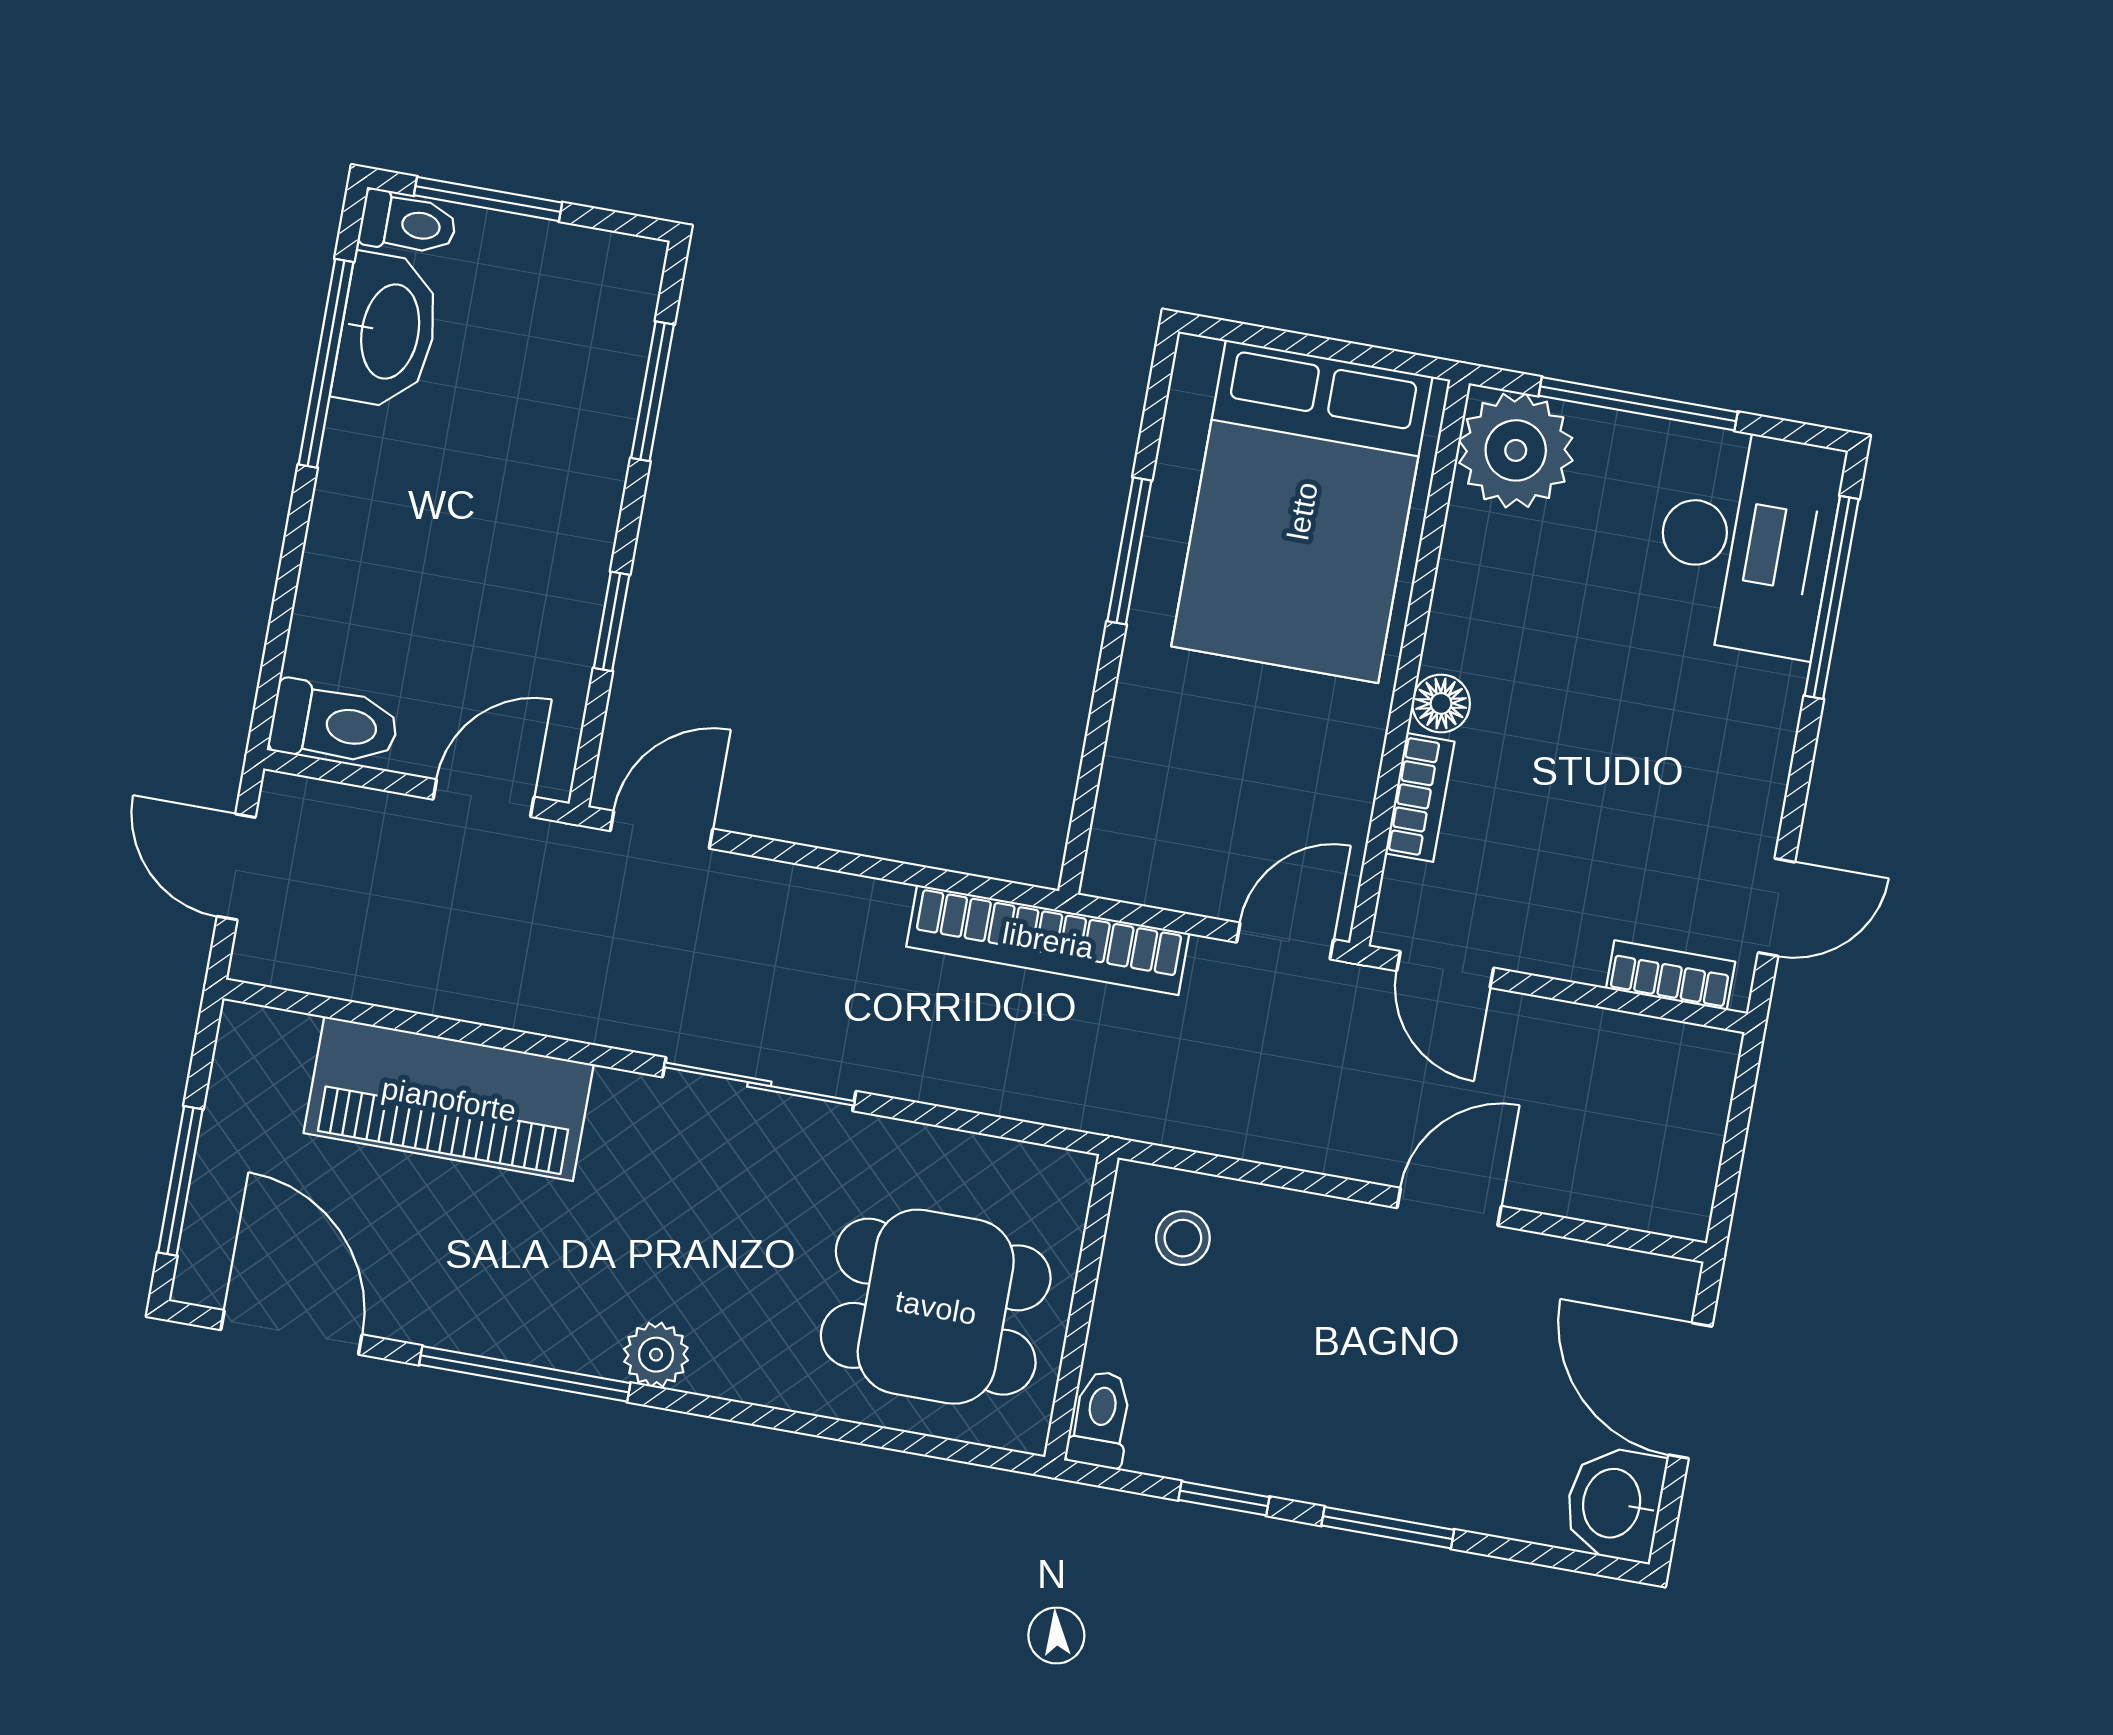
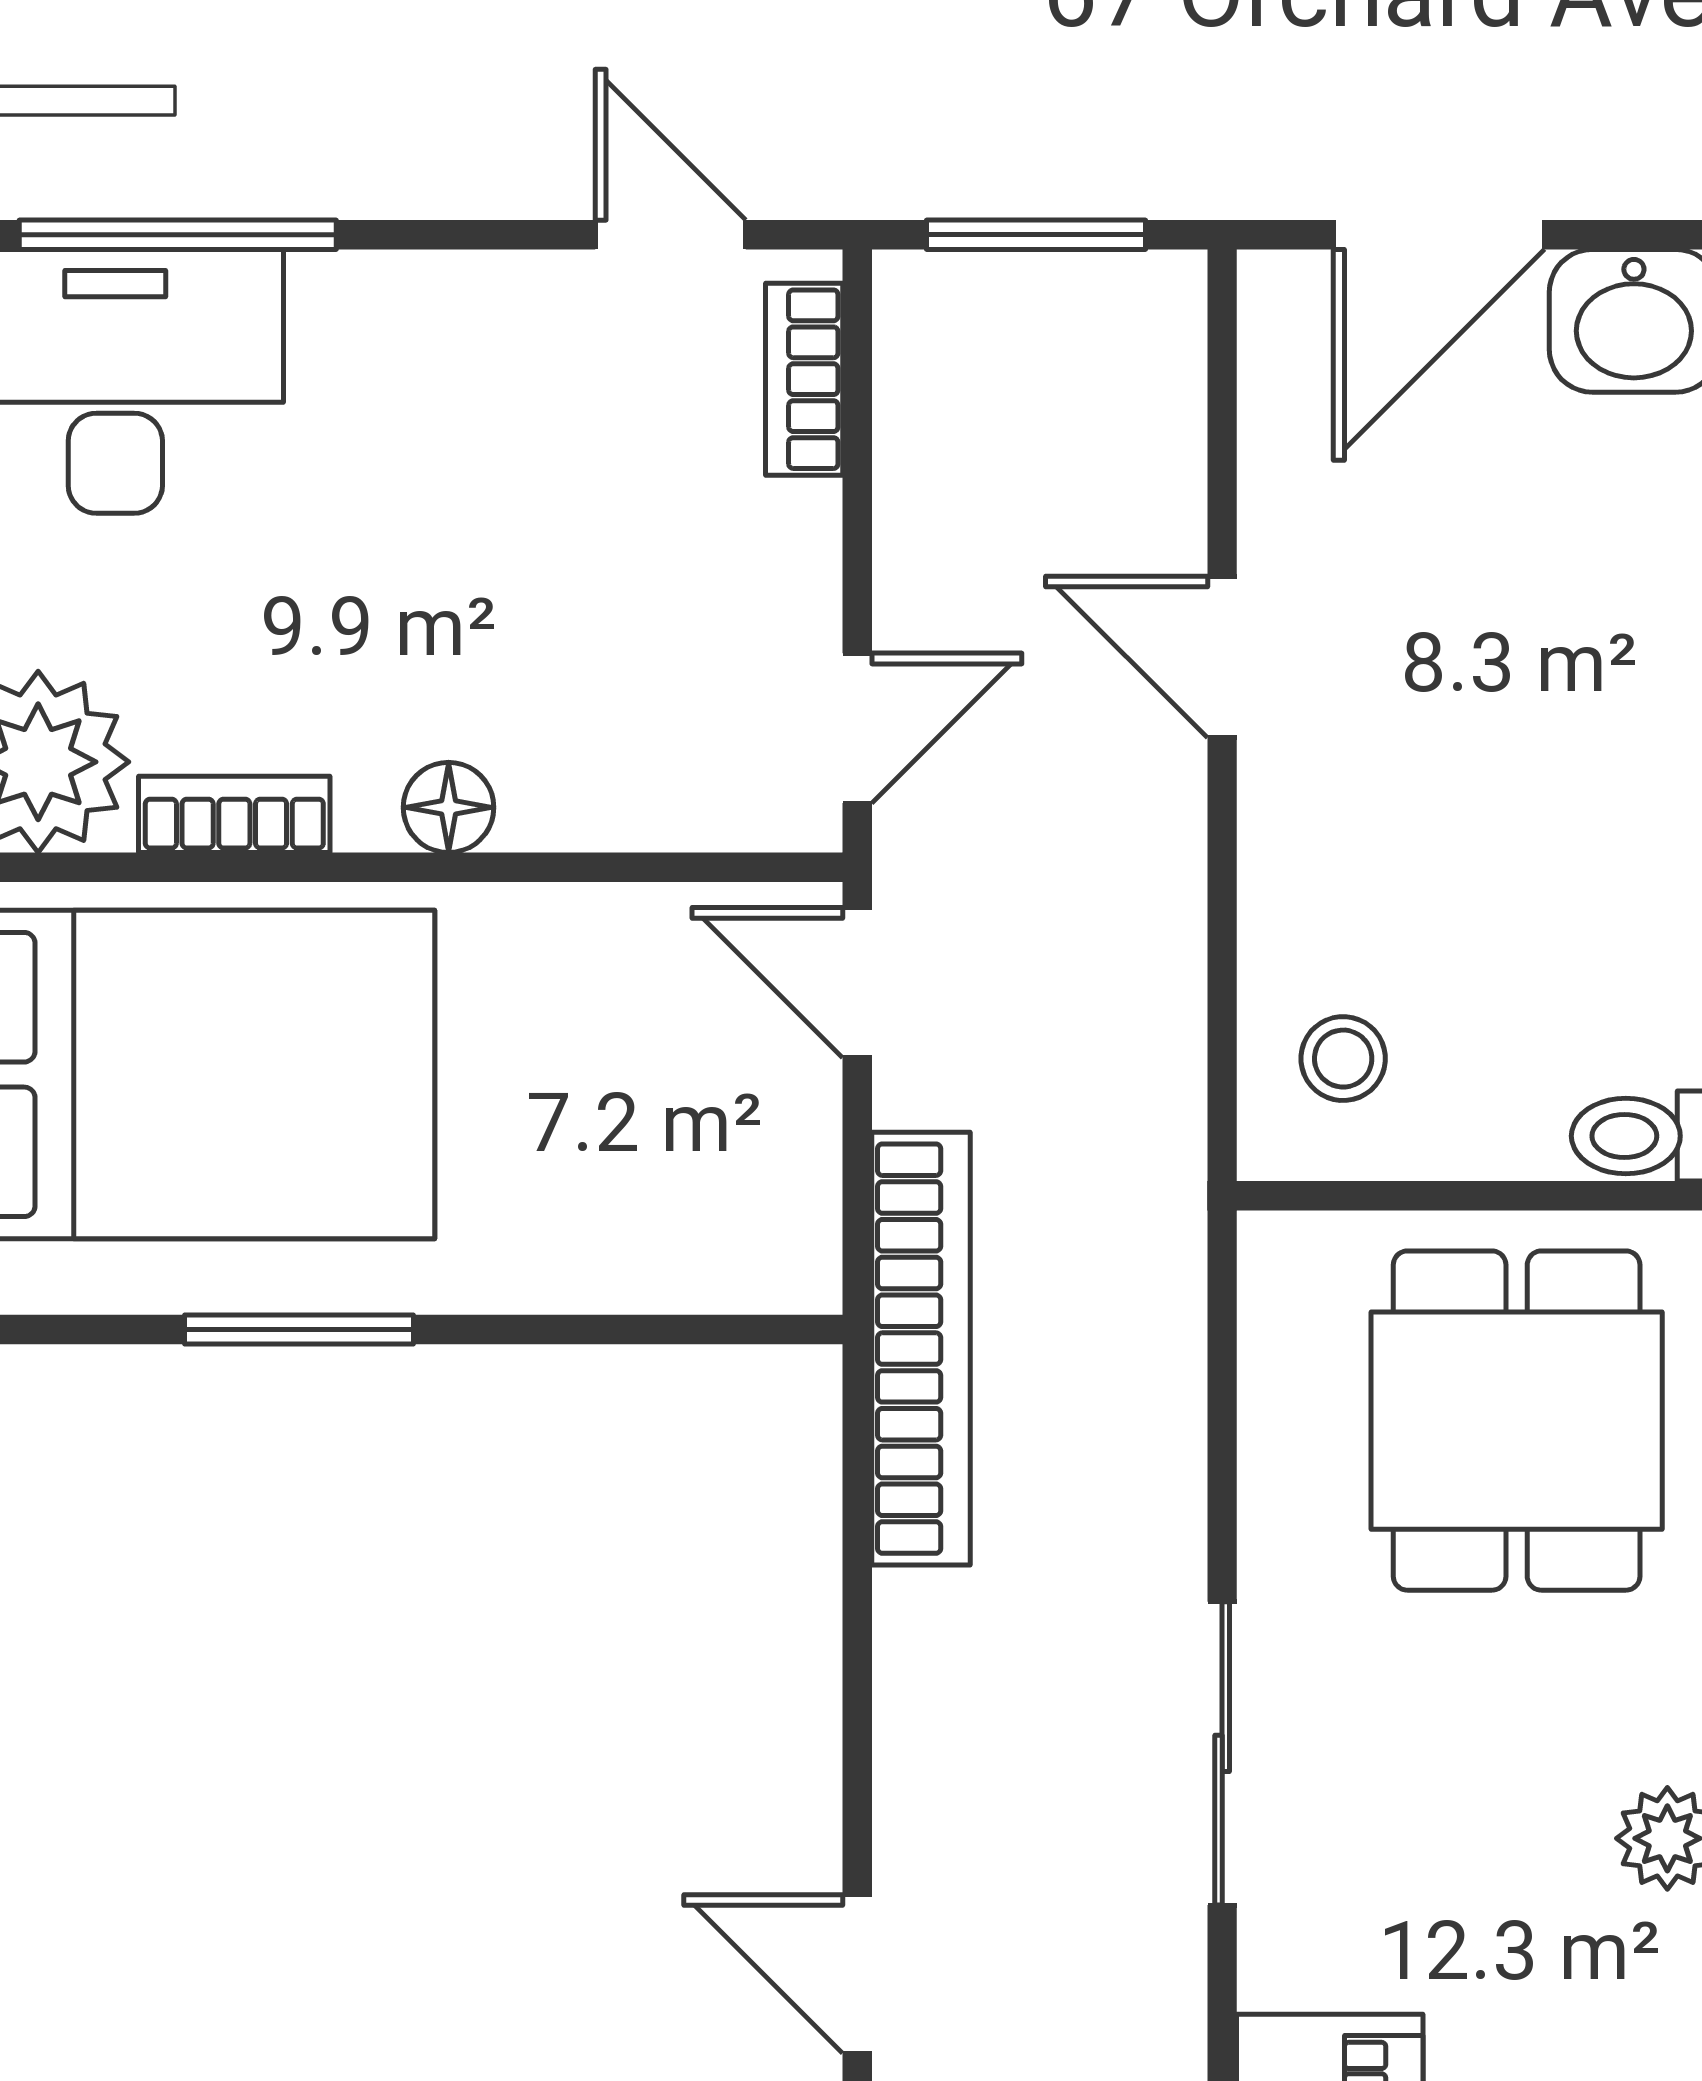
bookcase: (1420, 797) -> (234, 814), moved
window: (1735, 1137) -> (1036, 235), added

